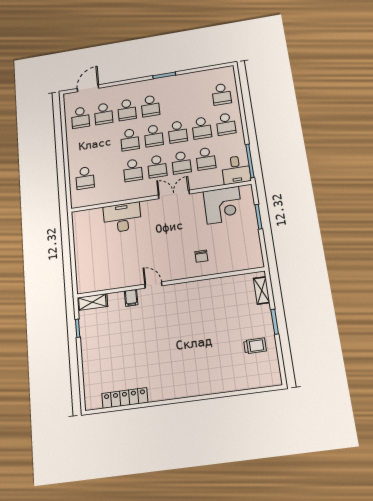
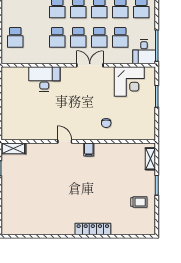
filing cabinet: (131, 298) -> (89, 149), moved
locker: (125, 398) -> (93, 229), moved

